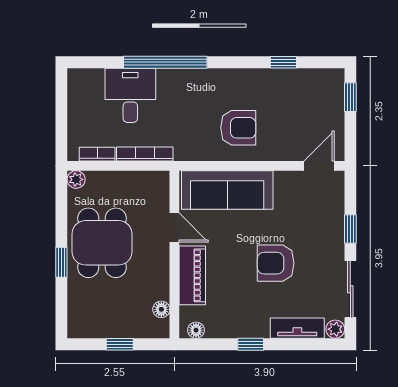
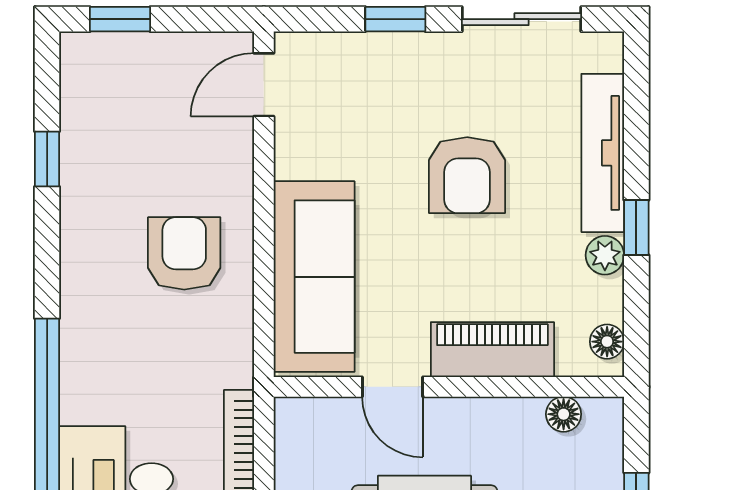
door: (319, 166) -> (264, 85), hinge flipped
door: (174, 227) -> (393, 387), swing flipped
tv unit: (297, 328) -> (603, 153), width x1.41
plant: (335, 329) -> (605, 255), moved

